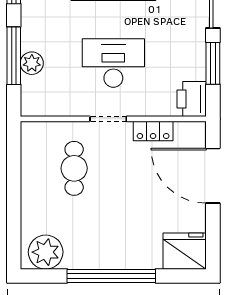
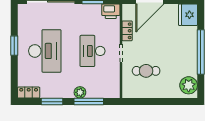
plant: (32, 63) -> (80, 92), moved

